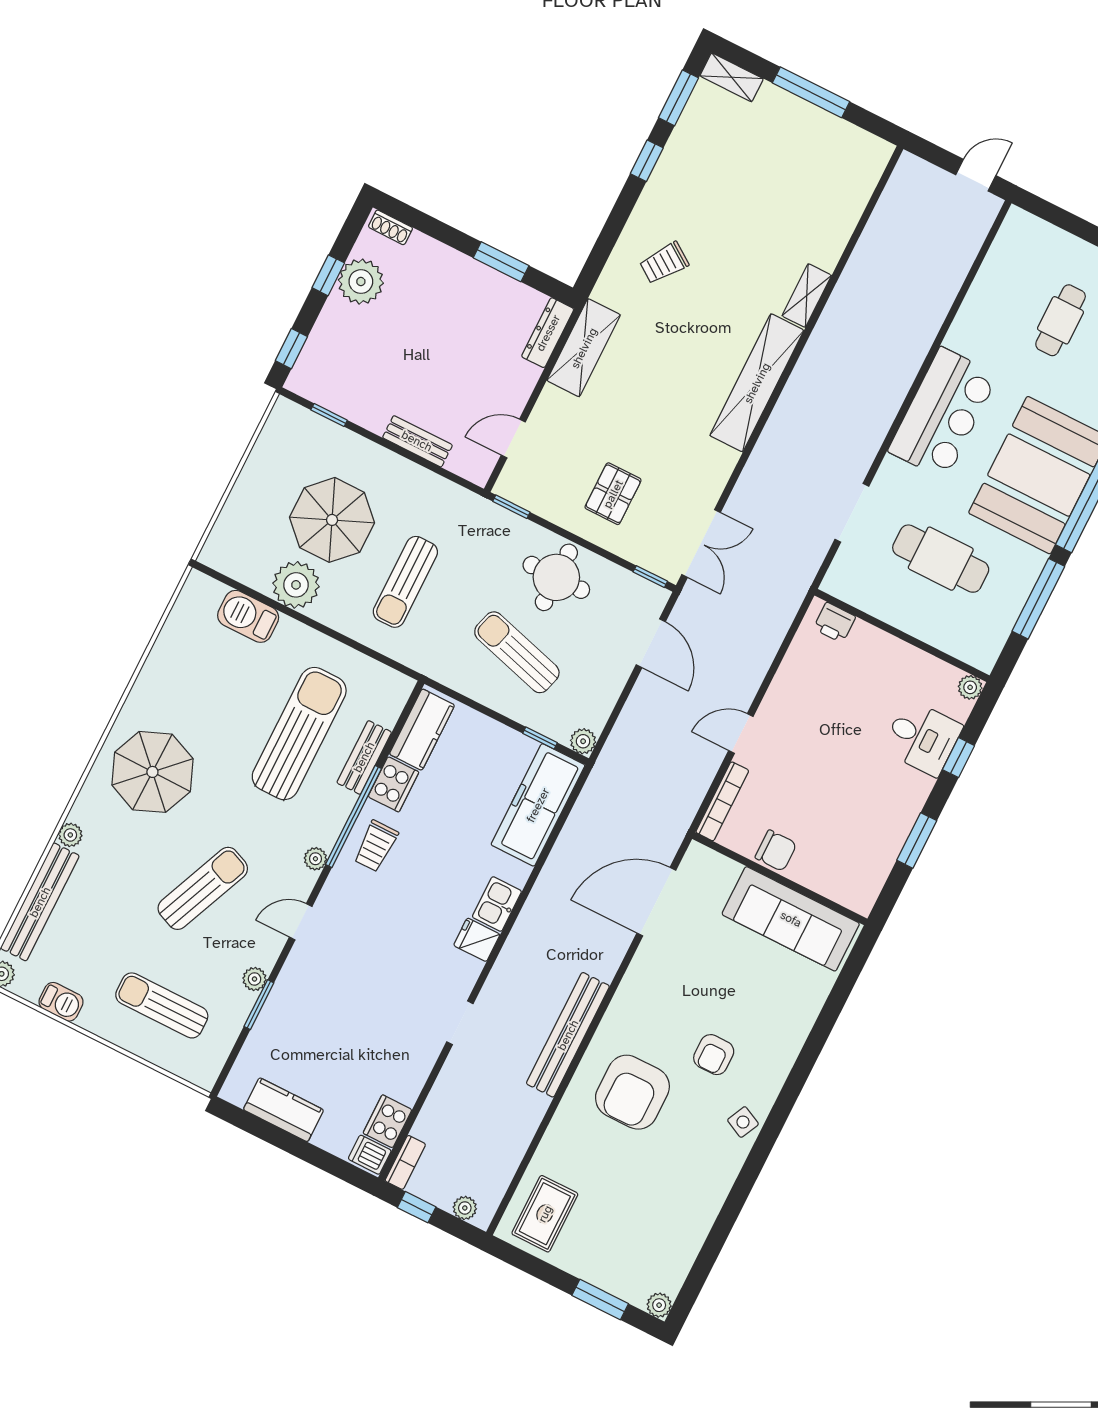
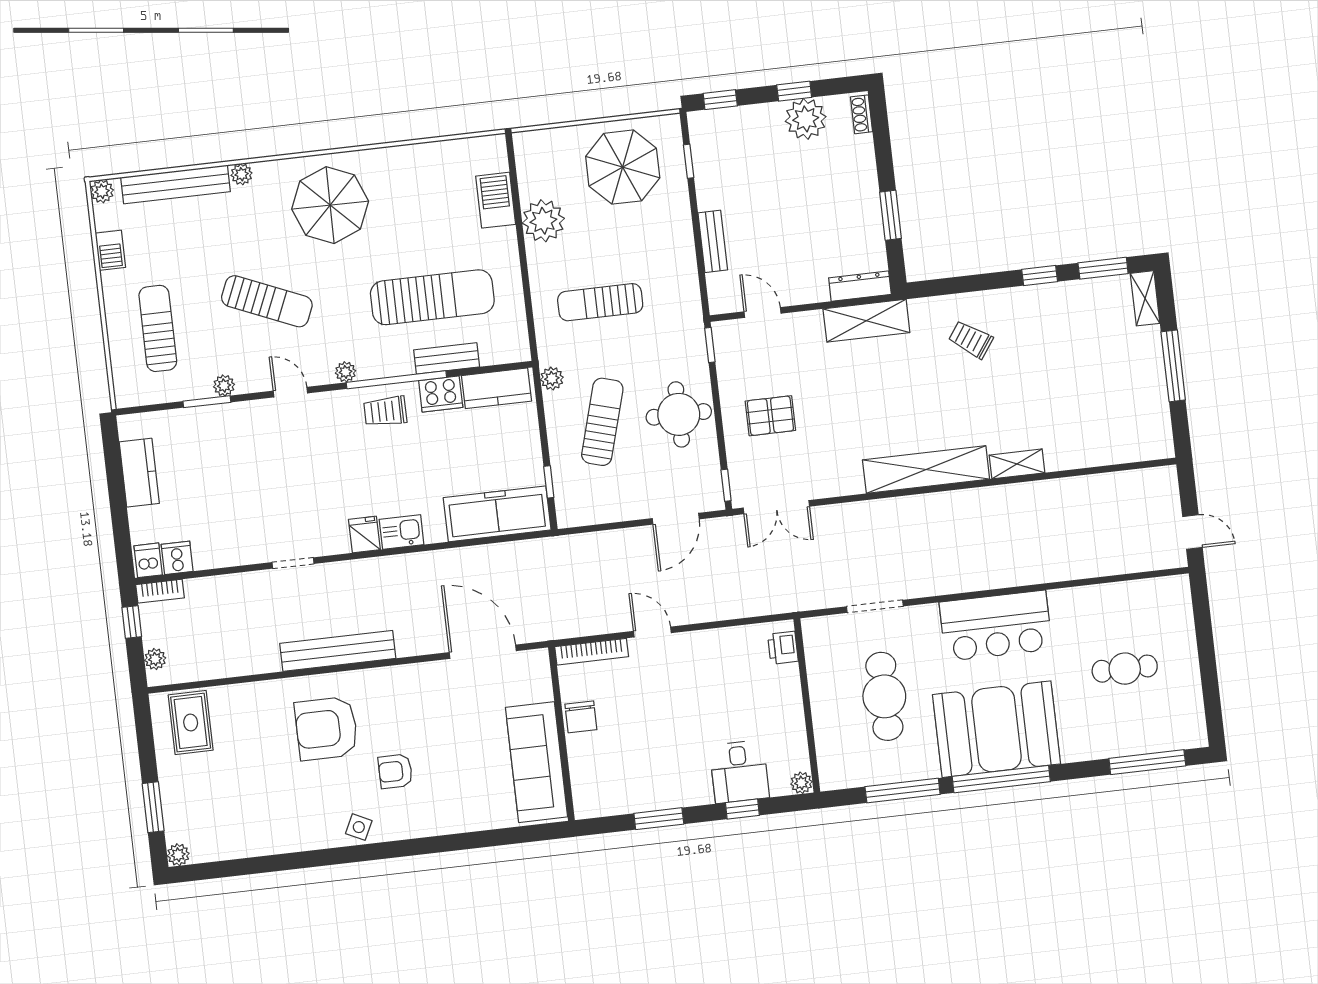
parasol: (332, 520) -> (623, 167), moved
plant: (583, 741) -> (552, 379), moved
cooker: (388, 1121) -> (177, 558), width x0.73
rug: (545, 1214) -> (191, 723), turned 90

